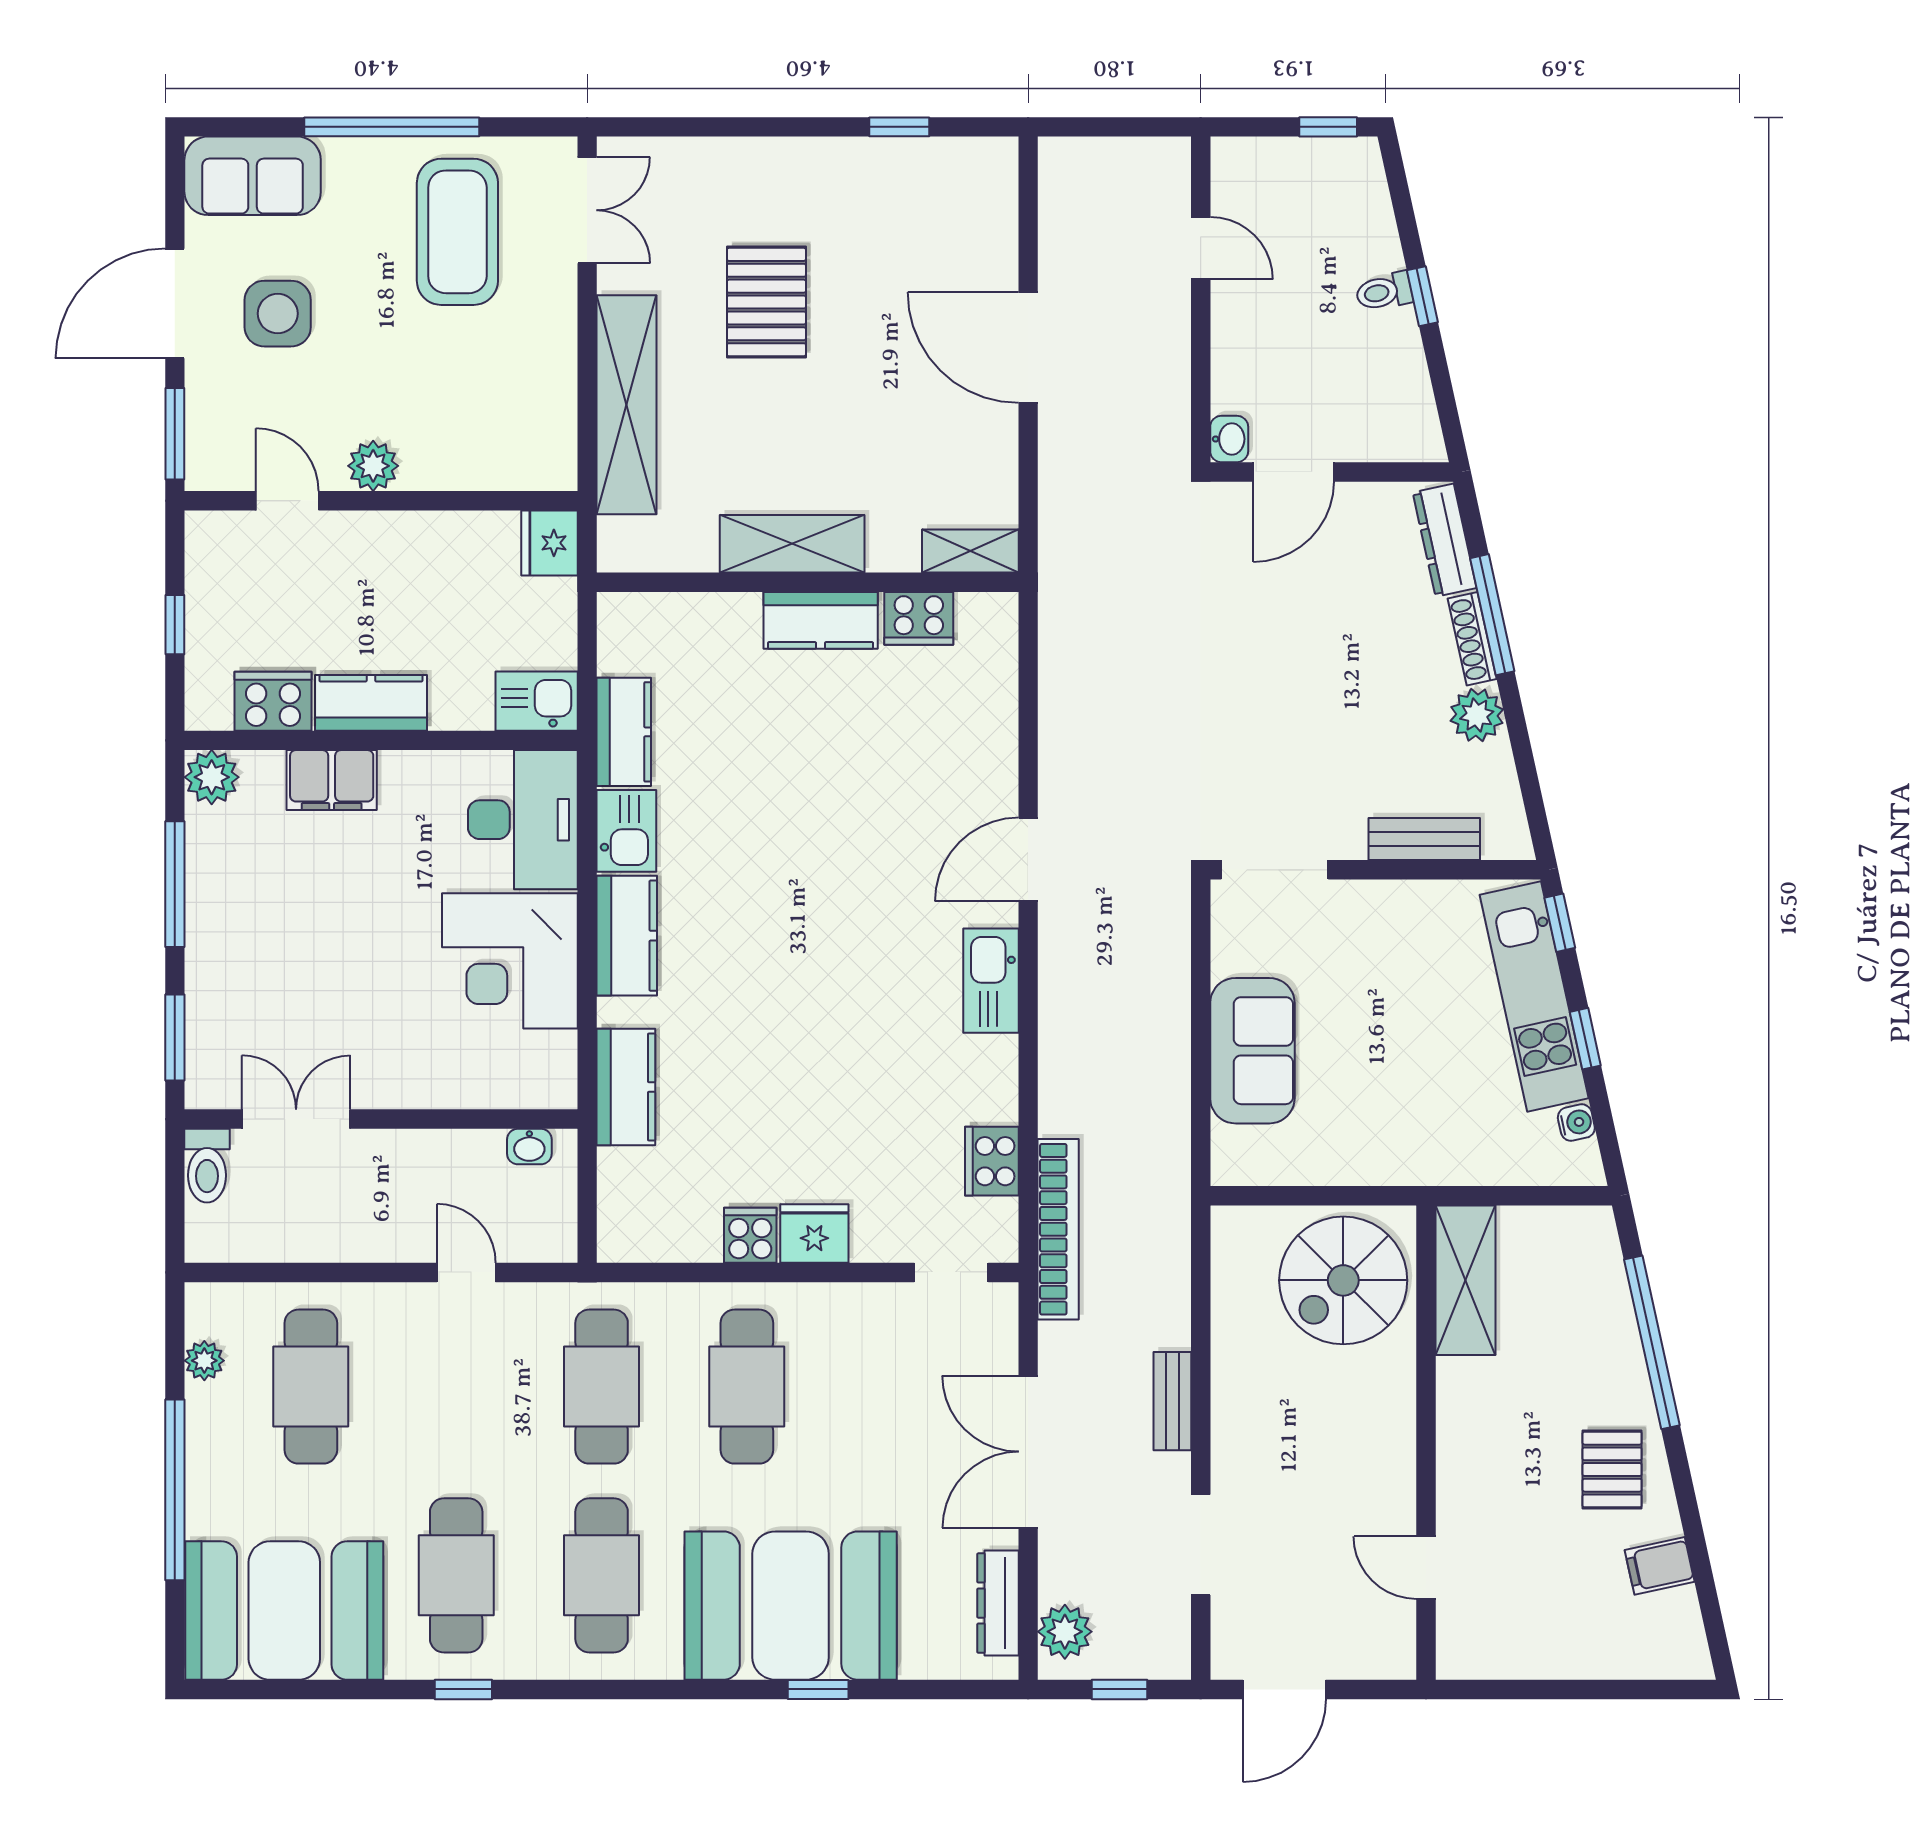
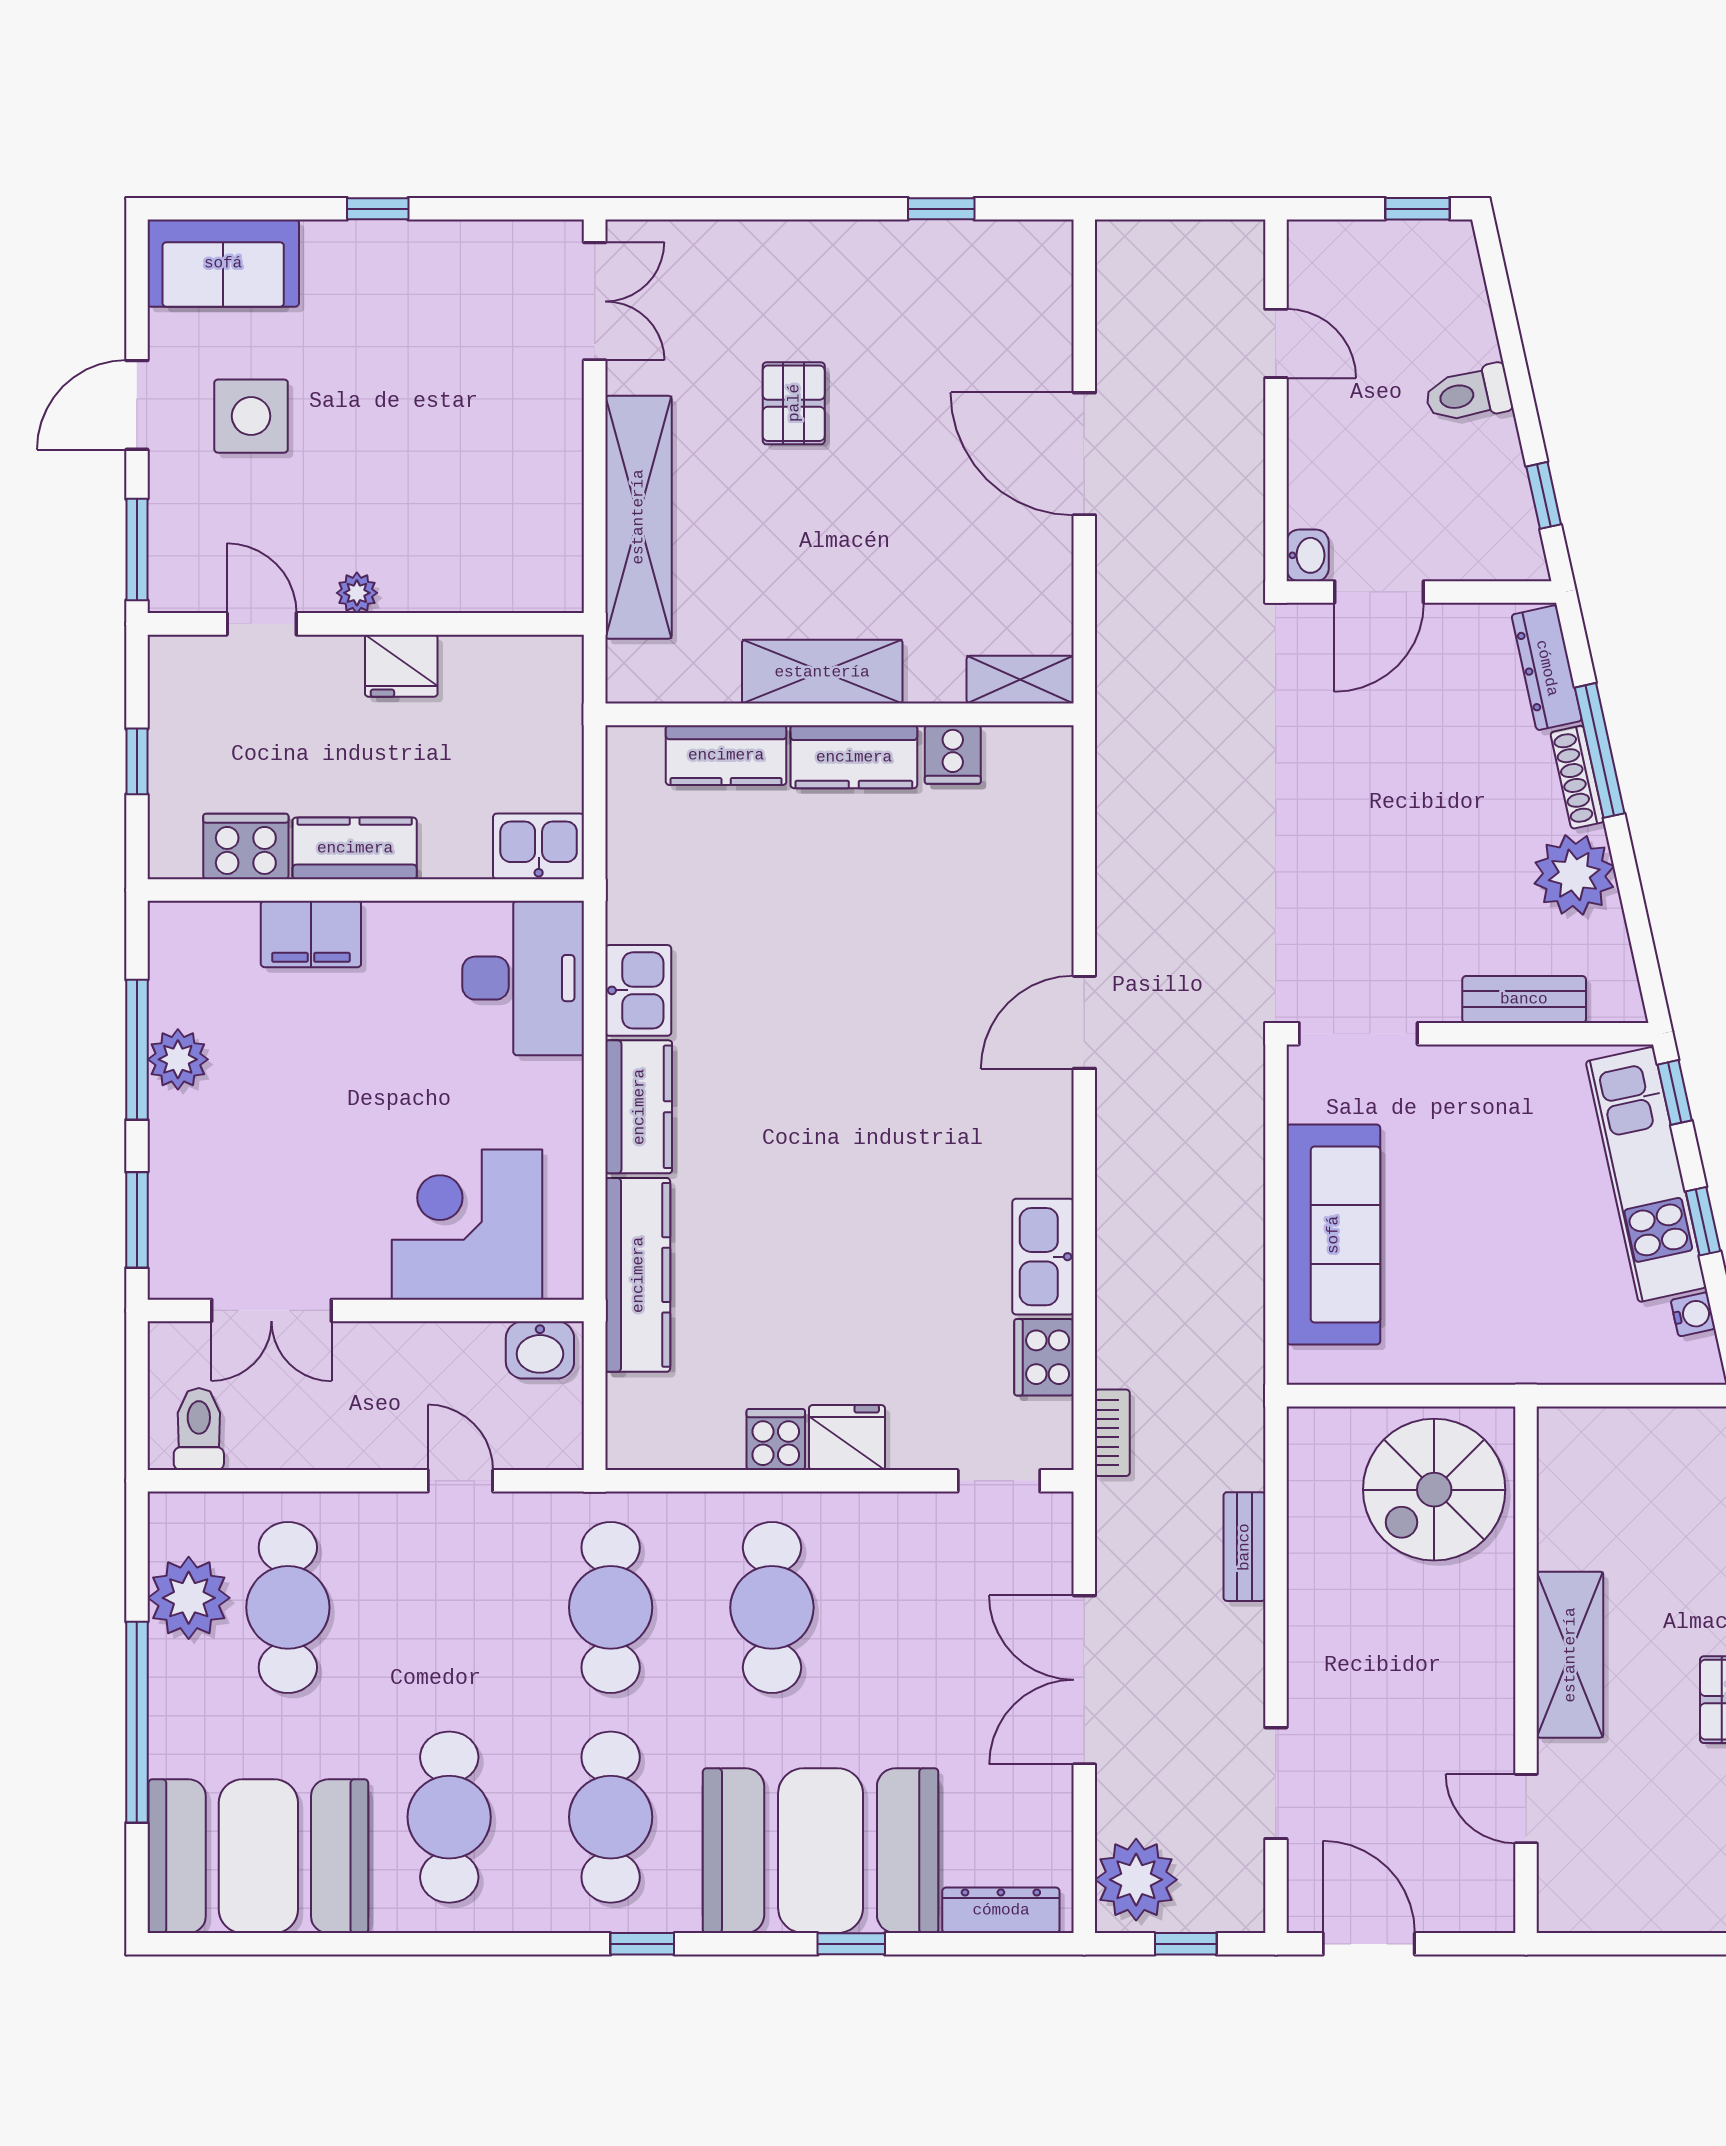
window: (392, 127) -> (378, 209), width x0.32
coffee table: (457, 232) -> (451, 325), removed
toilet: (1384, 292) -> (1468, 394), width x1.37, depth x1.39
window: (1422, 296) -> (1544, 495), moved
pallet: (766, 302) -> (794, 403), width x0.67, depth x0.71
door: (175, 304) -> (137, 405), width x0.73
plant: (373, 466) -> (357, 593), width x0.73, depth x0.73
fridge: (549, 543) -> (401, 666), moved, turned -90
cooker: (919, 618) -> (953, 754), width x0.73
plant: (1477, 715) -> (1574, 875), width x1.36, depth x1.36
kitchen counter: (624, 732) -> (726, 755), moved, turned 90
plant: (212, 777) -> (178, 1059), moved
corner desk: (510, 961) -> (467, 1225), moved, turned 90
kitchen sink: (991, 981) -> (1043, 1257), moved
sofa: (1252, 1051) -> (1333, 1235), width x1.36
kitchen counter: (626, 1087) -> (638, 1275), width x1.50
double door: (296, 1119) -> (271, 1310), swing flipped
washbasin: (529, 1147) -> (540, 1350), width x1.38, depth x1.45
toilet: (207, 1166) -> (199, 1429), moved, turned 180
bookcase: (1058, 1229) -> (1112, 1433), width x0.43, depth x0.76
shelving: (1465, 1280) -> (1570, 1655), moved
plant: (204, 1361) -> (189, 1598), width x1.88, depth x1.88
bench: (1172, 1401) -> (1244, 1547), moved
dresser: (998, 1603) -> (1001, 1910), moved, turned 90
plant: (1065, 1632) -> (1136, 1880), width x1.36, depth x1.36
window: (463, 1689) -> (642, 1944), moved
door: (1284, 1689) -> (1369, 1944), swing flipped

